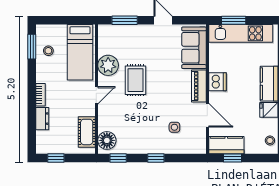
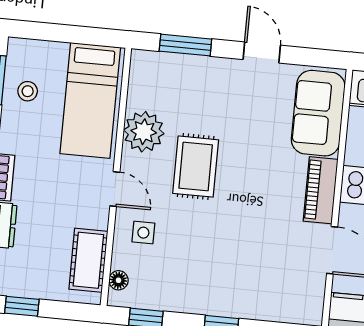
door: (96, 95) -> (115, 189), hinge flipped
side table: (174, 127) -> (143, 233), moved
floor lamp: (107, 140) -> (118, 280), width x0.53, depth x0.53

